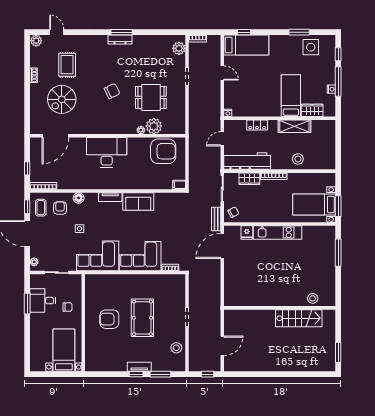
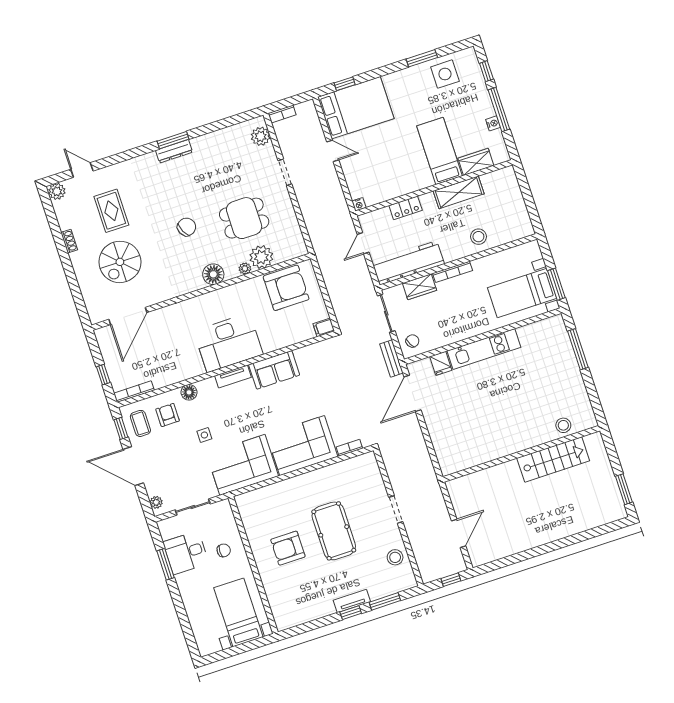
bed: (246, 45) -> (356, 108), width x1.50
floor lamp: (119, 127) -> (213, 274), added
desk: (107, 153) -> (228, 343), moved, turned 180

